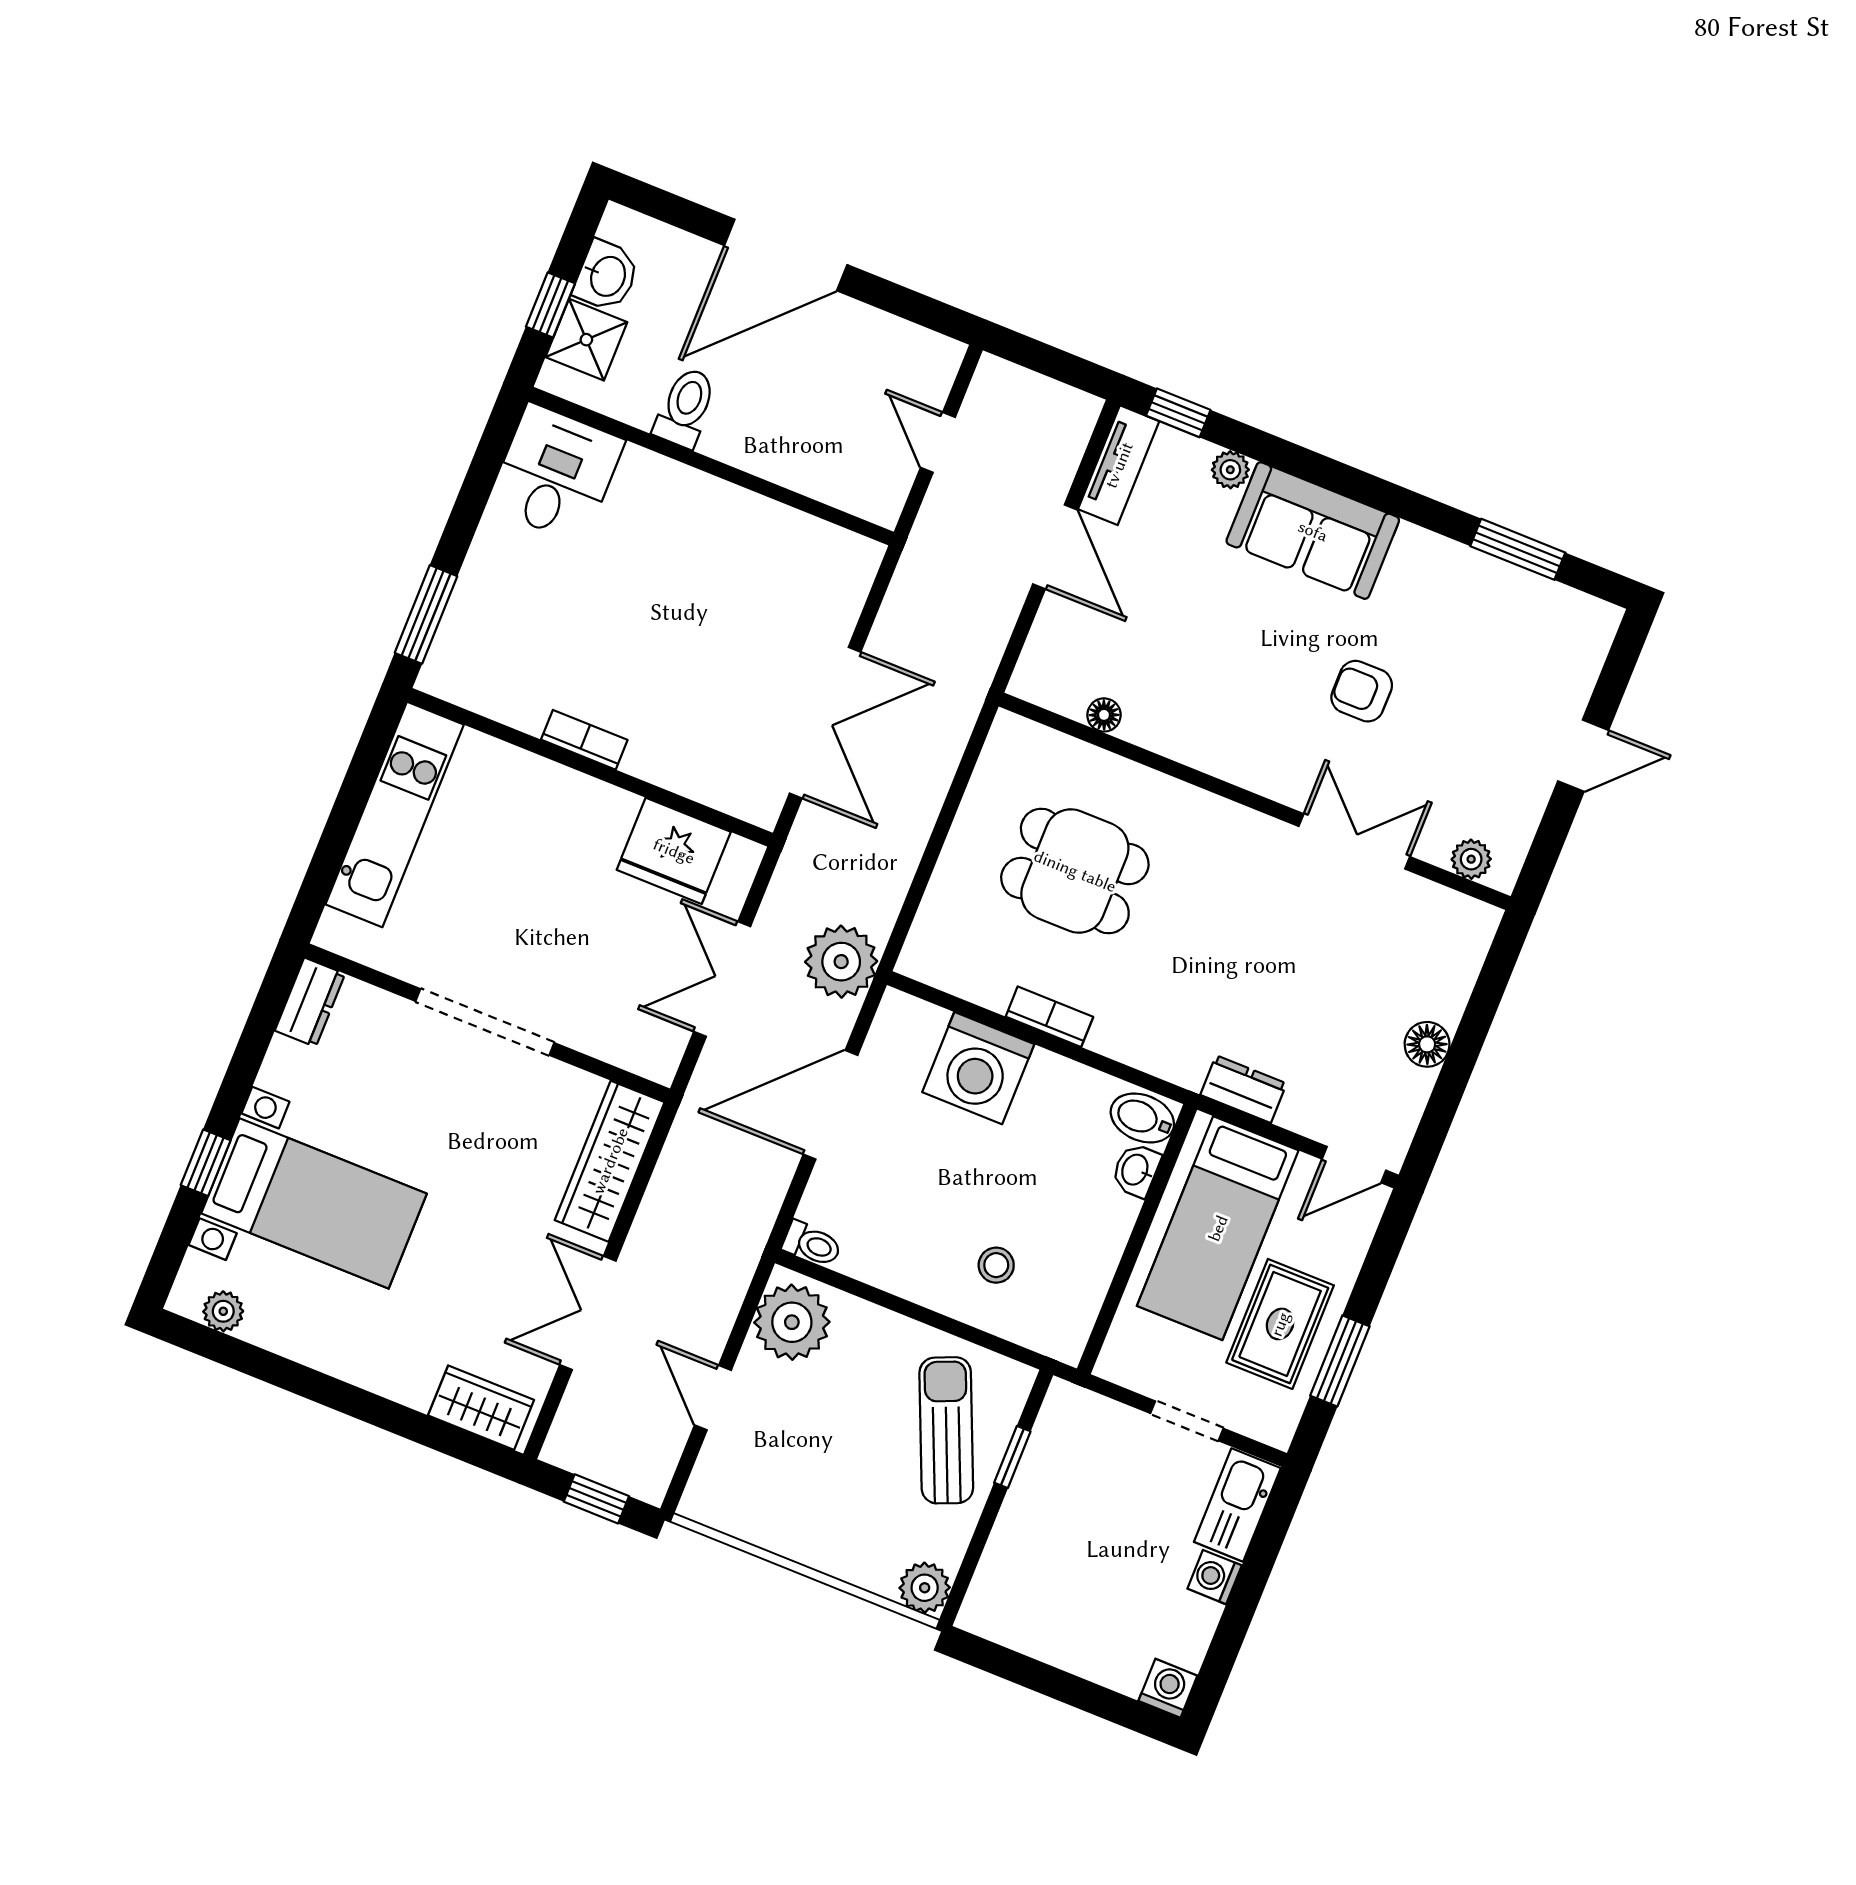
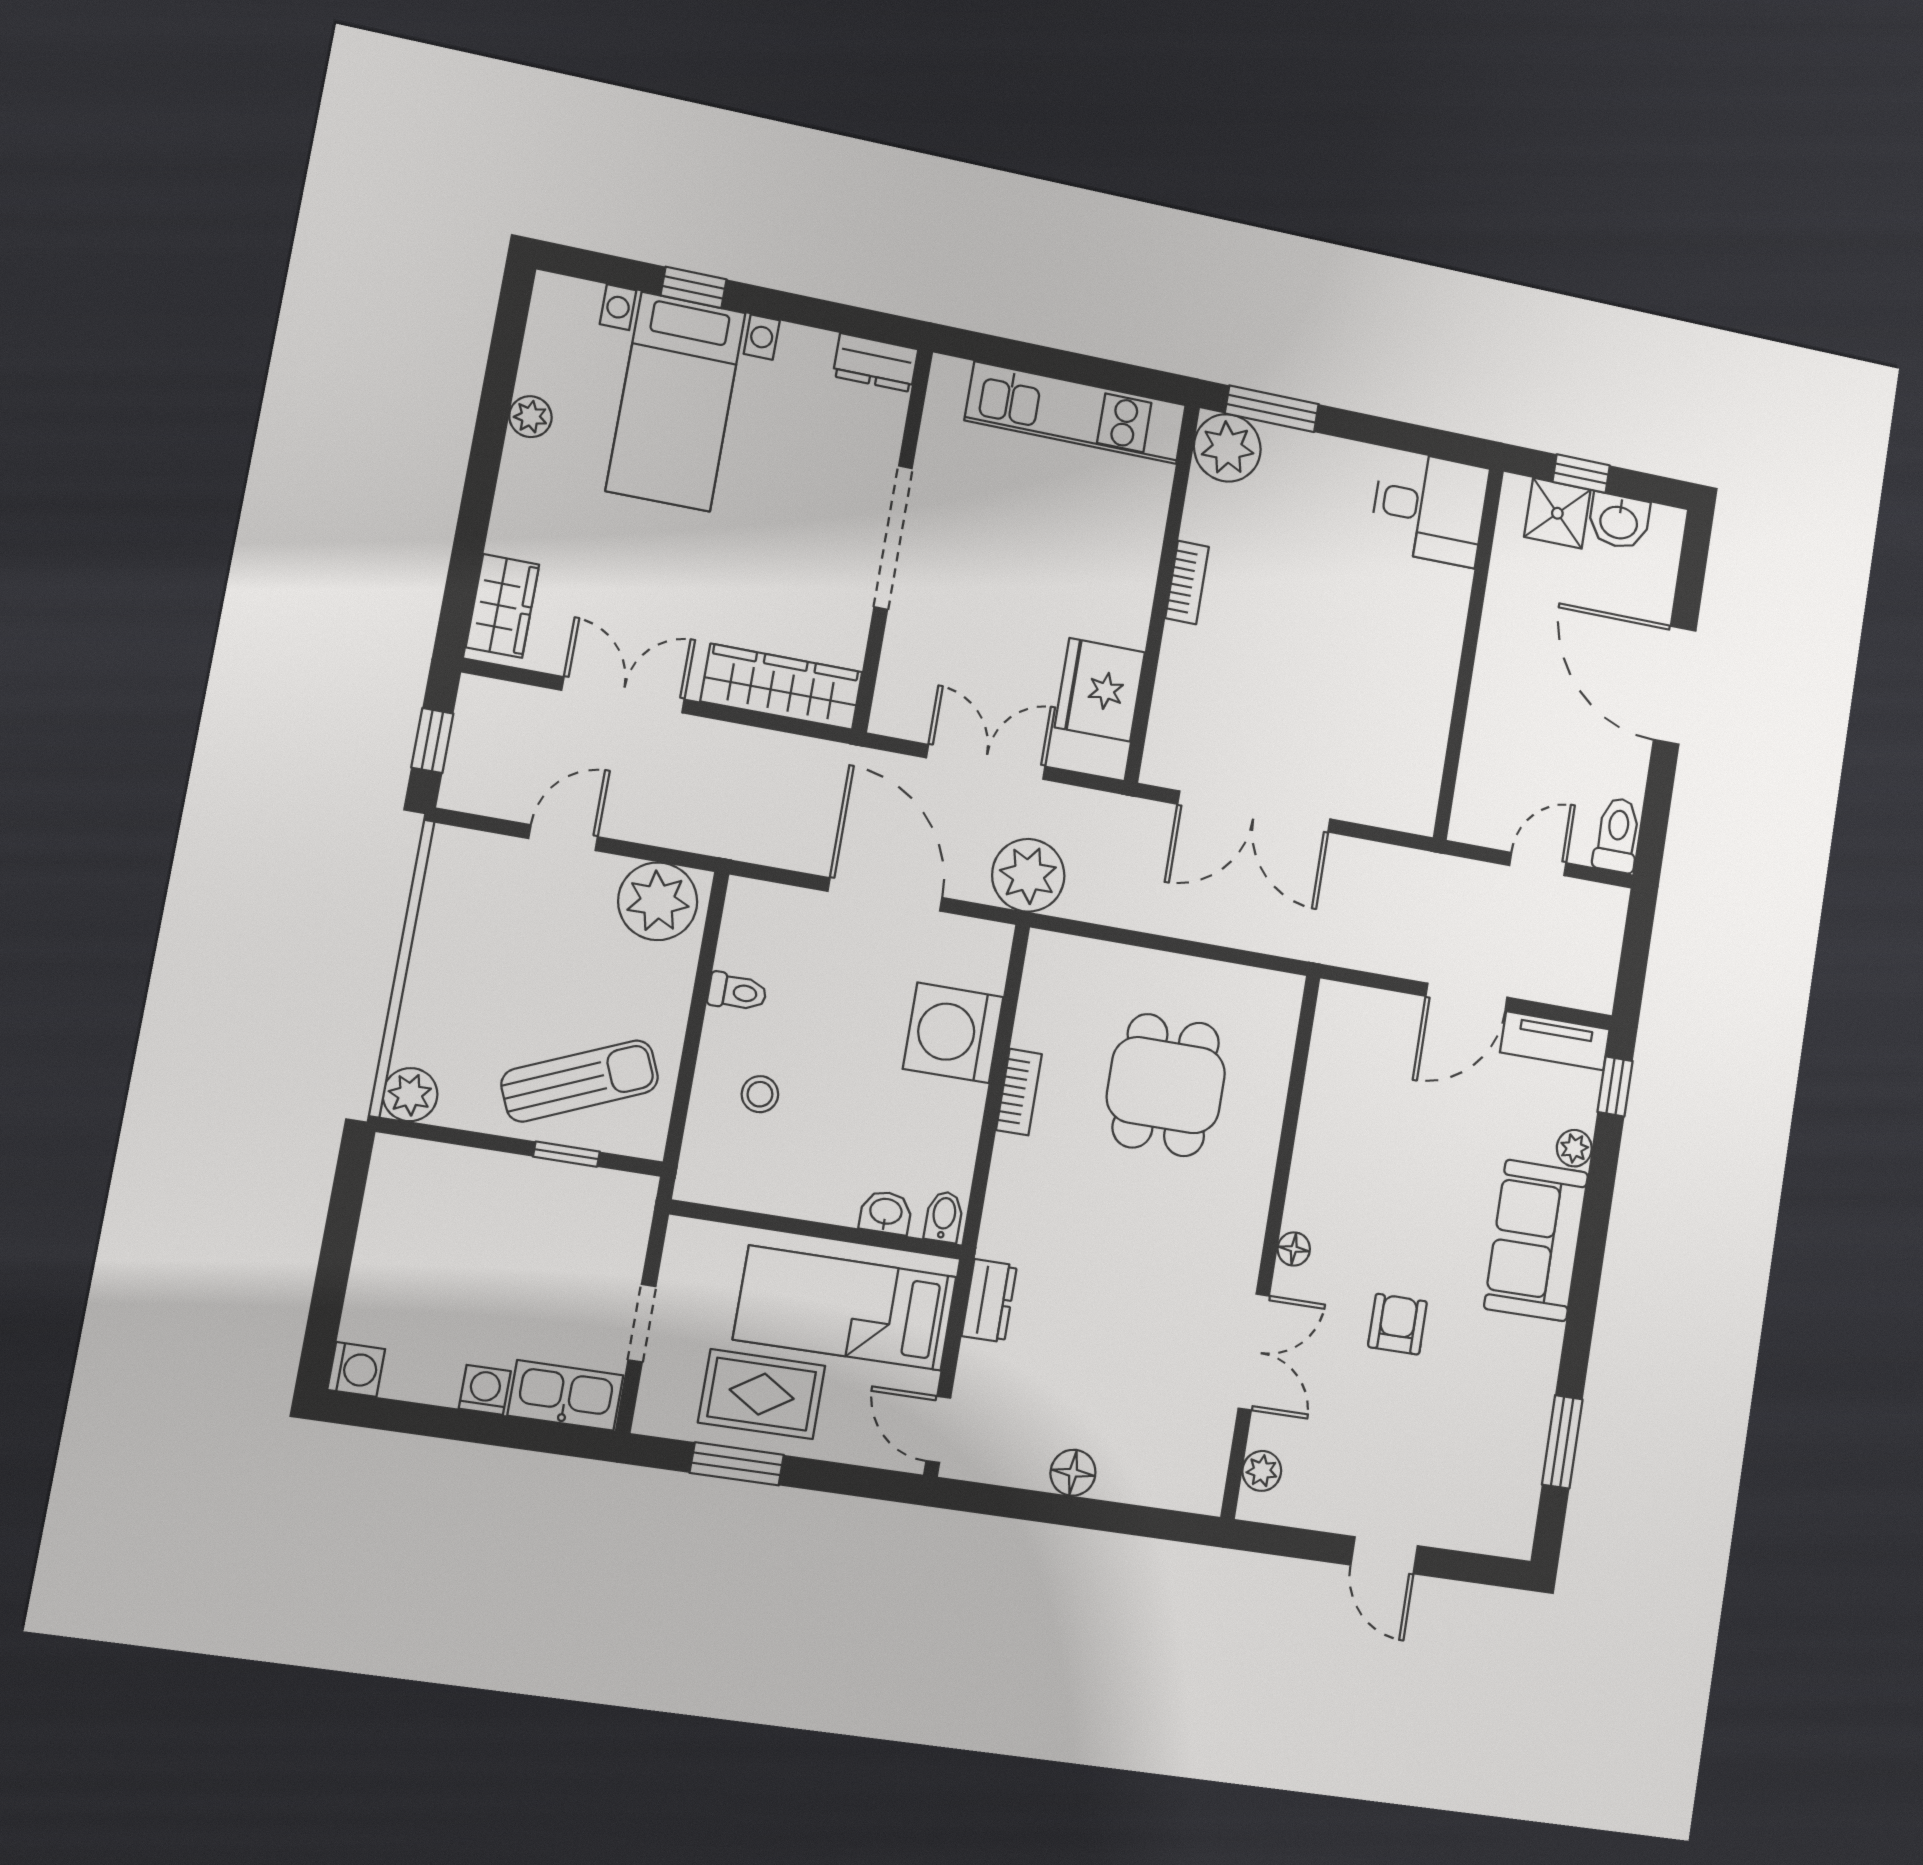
toilet: (685, 408) -> (1617, 835), moved, turned -90
plant: (457, 669) -> (1227, 448), added
floor lamp: (1104, 715) -> (1294, 1249), moved
bidet: (1142, 1118) -> (944, 1217), width x0.72, depth x0.74
toilet: (812, 1244) -> (737, 992), moved, turned -90
plant: (223, 1311) -> (530, 417), moved

